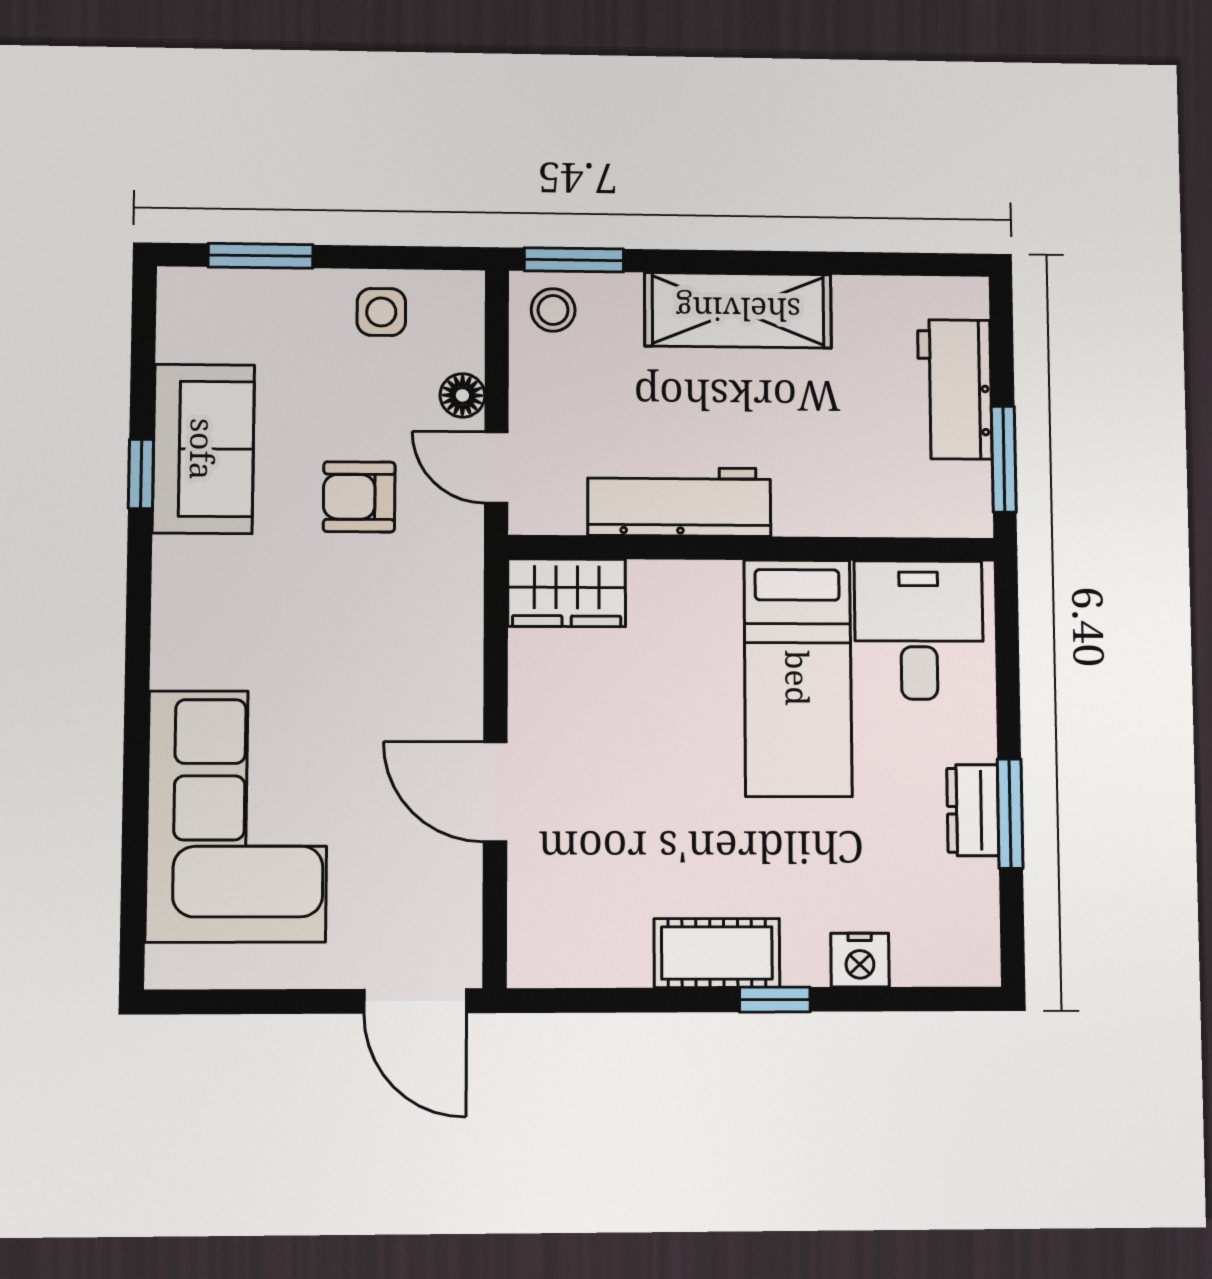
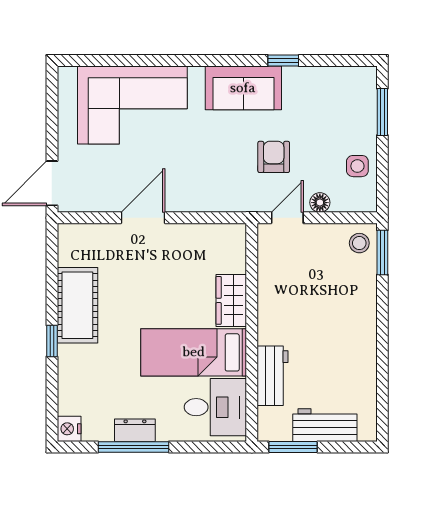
shelving: (738, 310) -> (360, 327), removed
sofa: (203, 449) -> (243, 88), moved
workbench: (679, 502) -> (273, 376), moved, width x0.73
wardrobe: (567, 593) -> (231, 300), moved
window: (1010, 814) -> (133, 447), width x1.44
cot: (717, 953) -> (77, 305), width x1.37, depth x1.34
nightstand: (860, 960) -> (69, 429), moved

